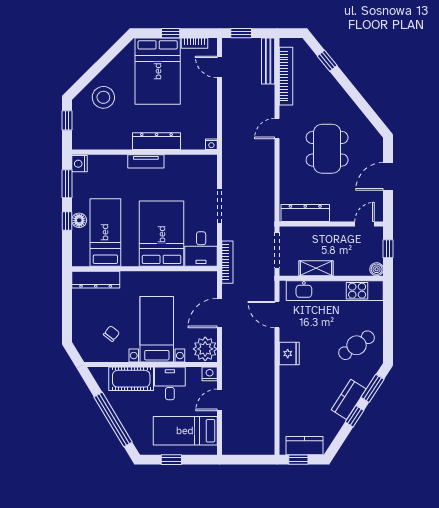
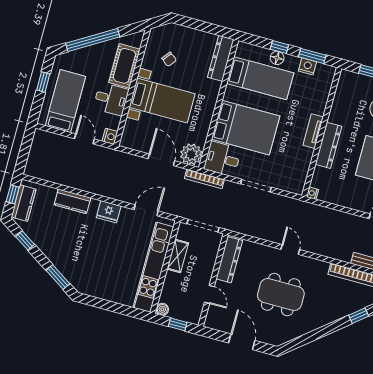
door: (277, 128) -> (290, 249), moved
nightstand: (79, 164) -> (307, 66), moved
door: (365, 224) -> (209, 294), moved
cafe table: (356, 345) -> (100, 273), removed
plant: (205, 349) -> (191, 154), moved
kitchen counter: (349, 399) -> (72, 201), moved, turned 147
window: (354, 416) -> (25, 241), moved

